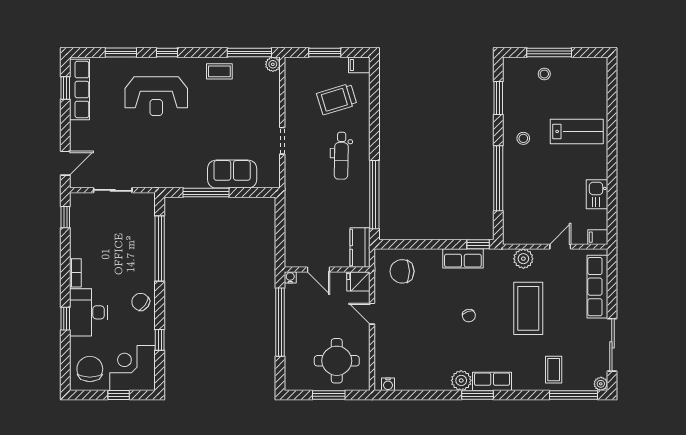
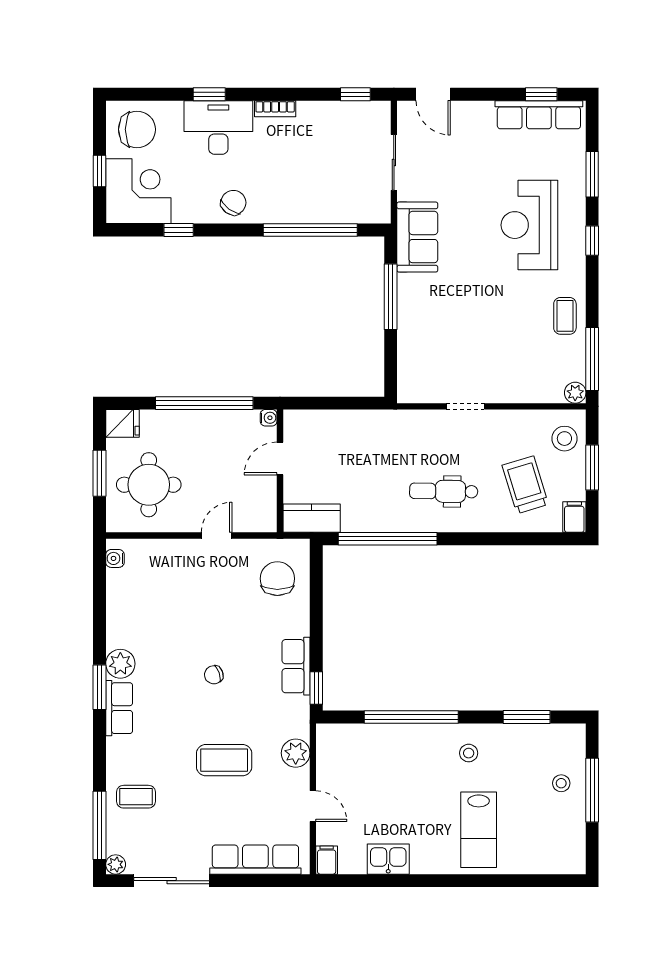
stool: (305, 72) -> (564, 439), added
sofa: (232, 174) -> (417, 237), moved
fridge: (358, 282) -> (122, 423), moved, turned 90
coffee table: (528, 308) -> (224, 760), width x0.73, depth x0.76

